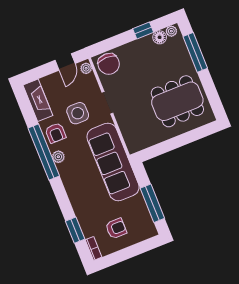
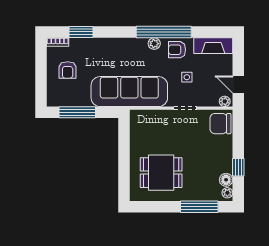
dining table: (177, 101) -> (161, 173), width x0.73
side table: (78, 113) -> (187, 77), width x0.54, depth x0.54

